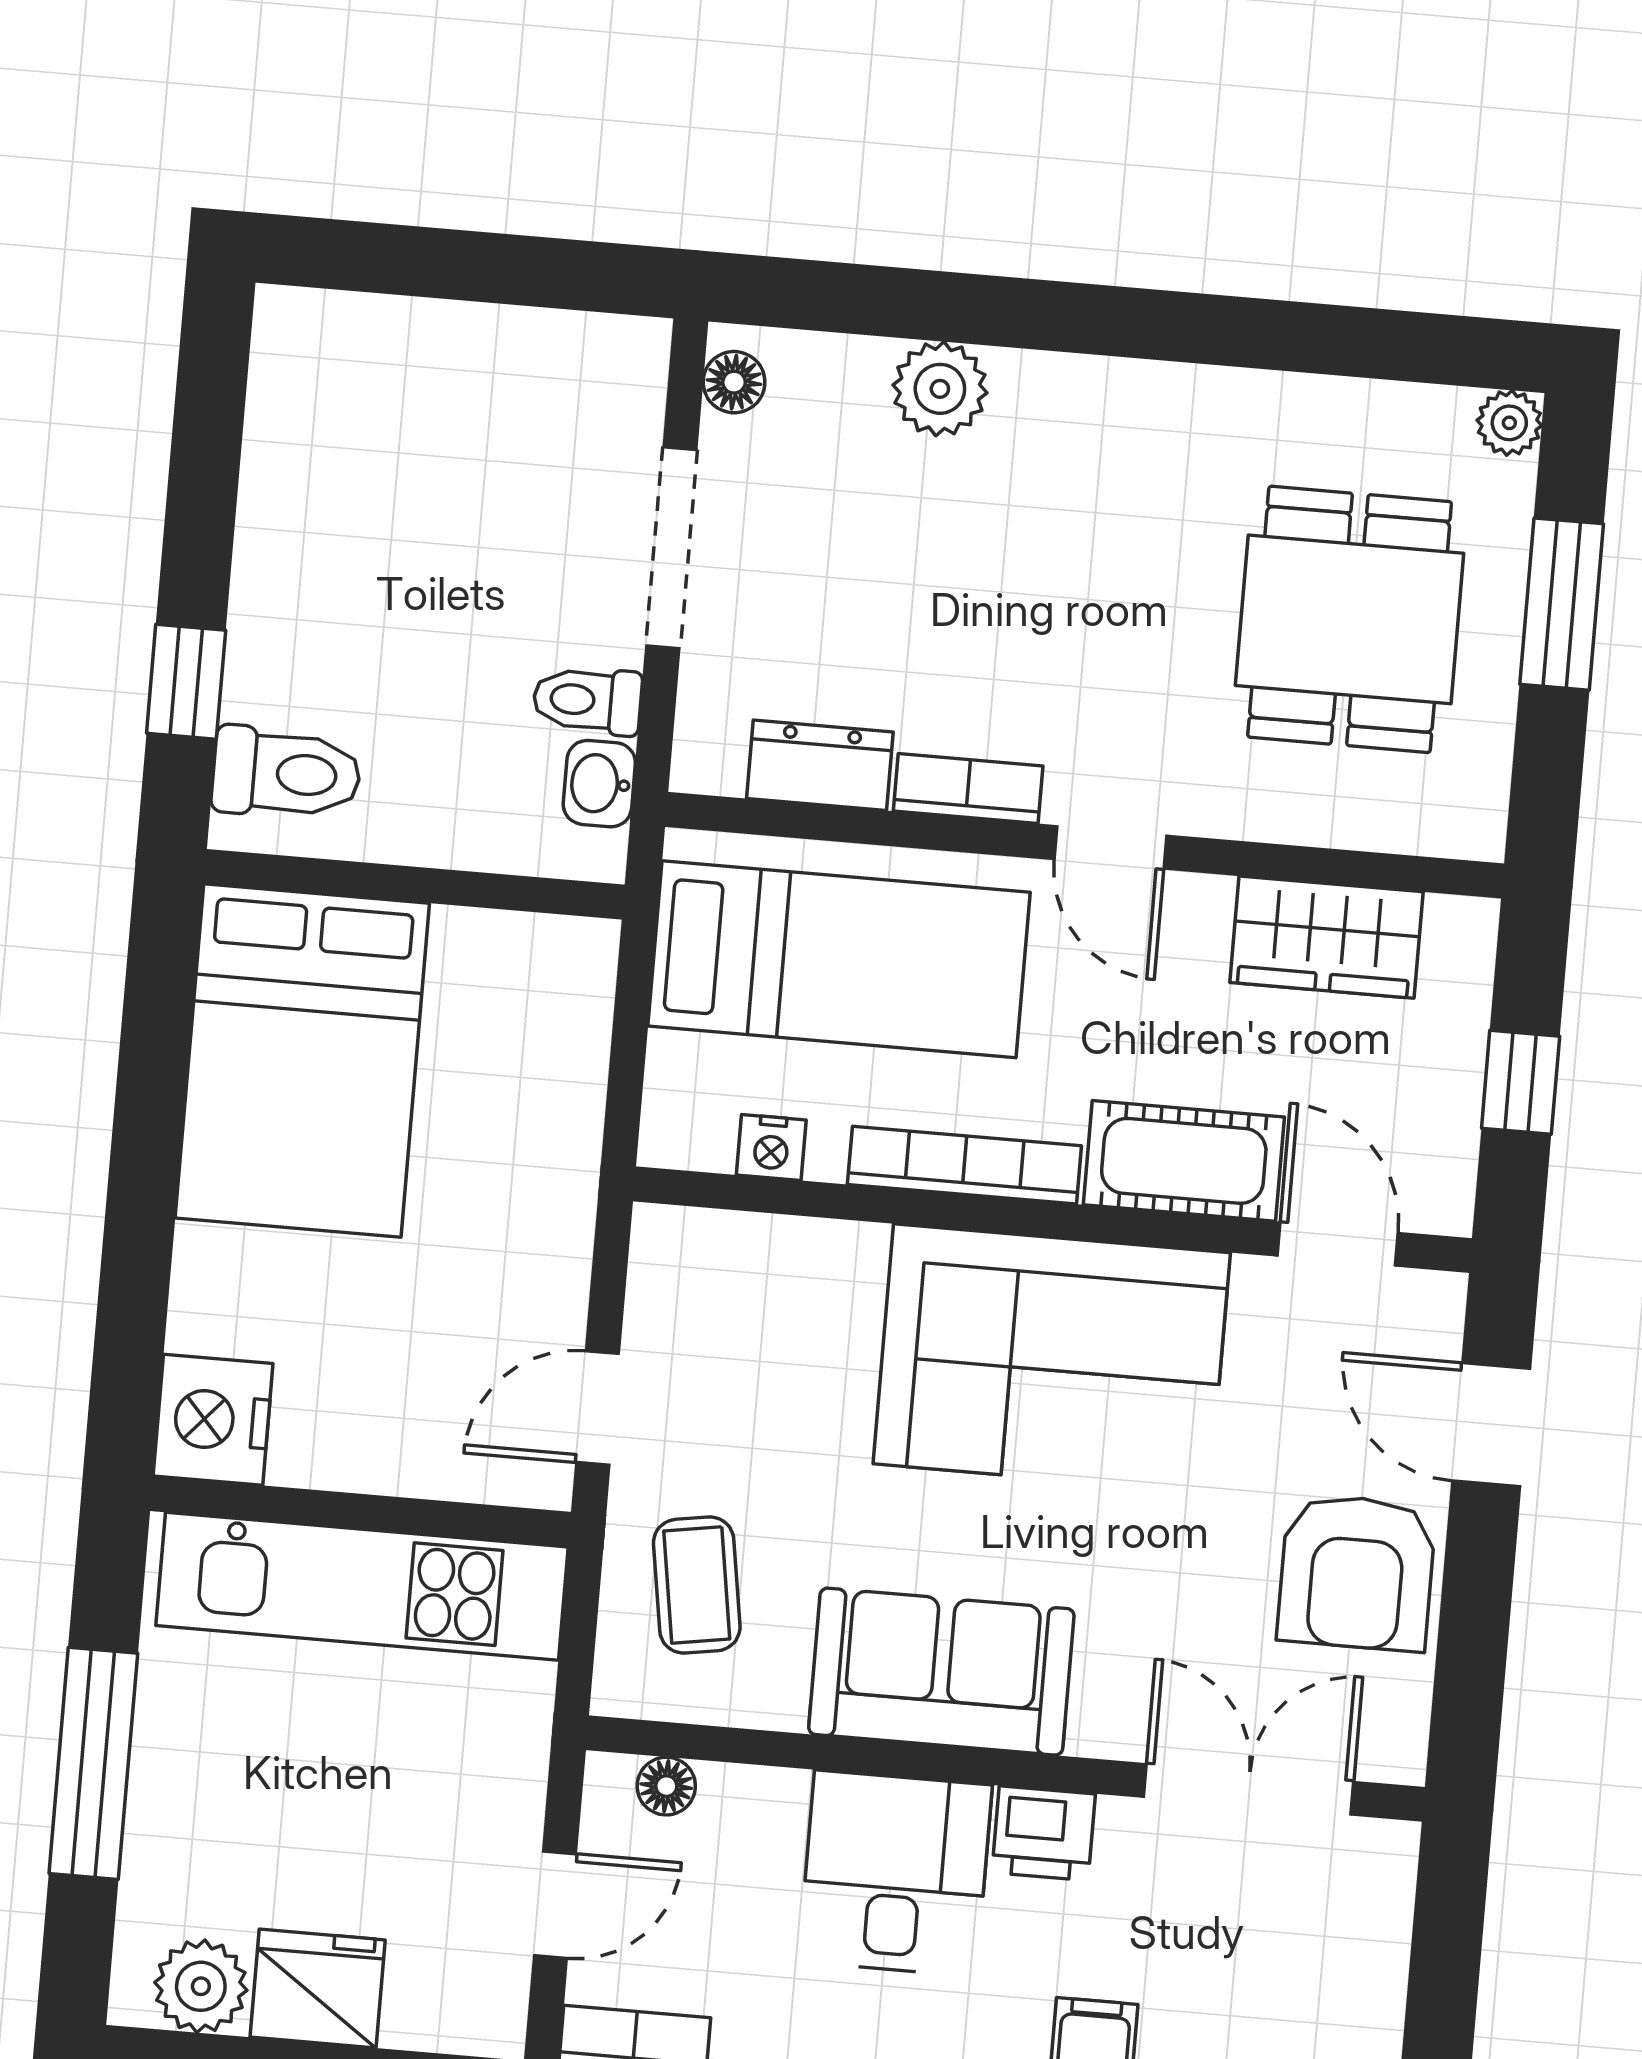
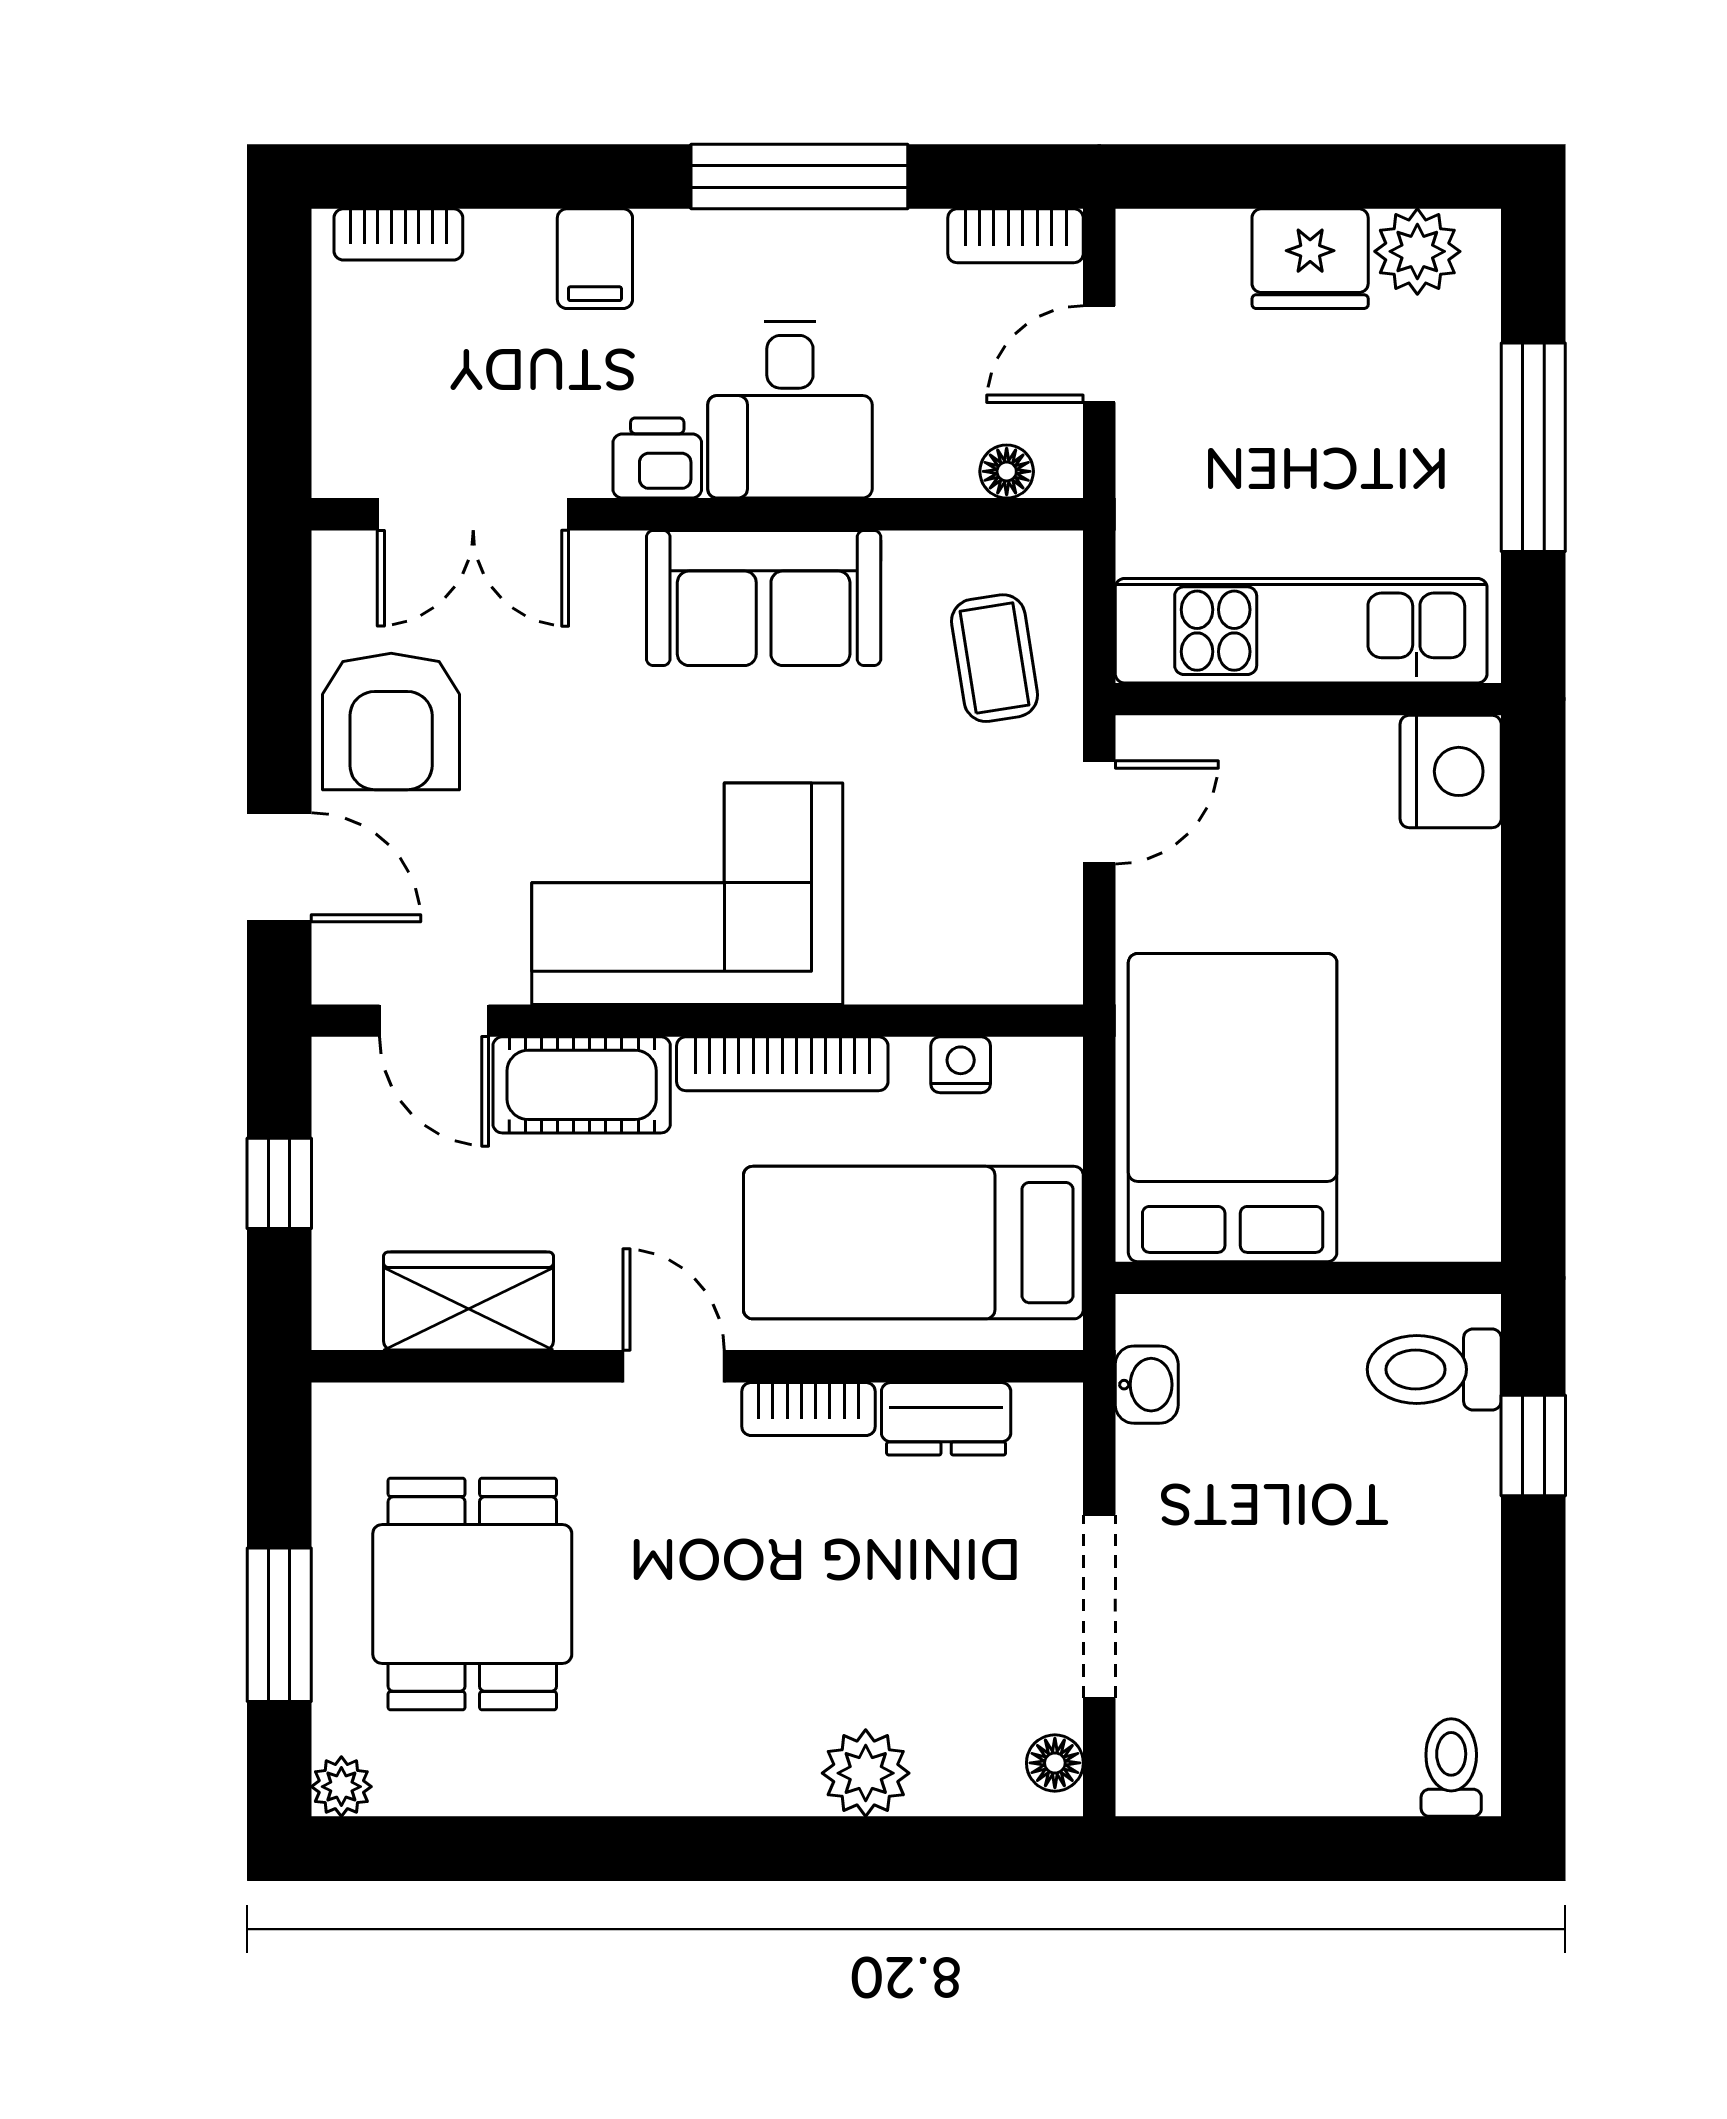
toilet: (587, 700) -> (1451, 1768), moved, turned -90
bed: (302, 1061) -> (1233, 1108), moved
armchair: (1357, 1572) -> (391, 721), turned 180

